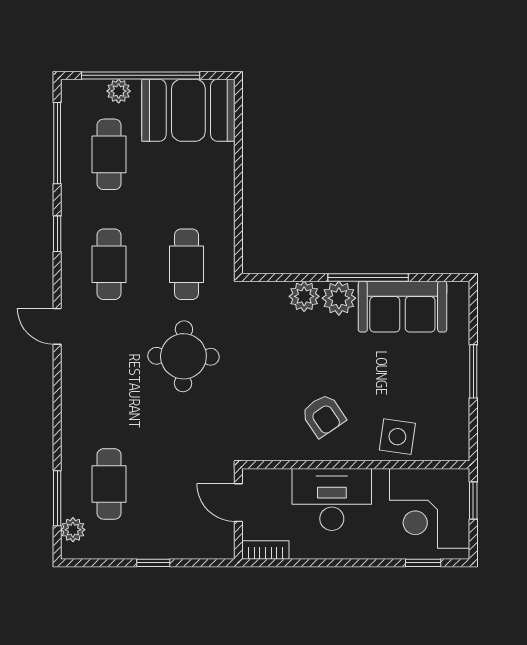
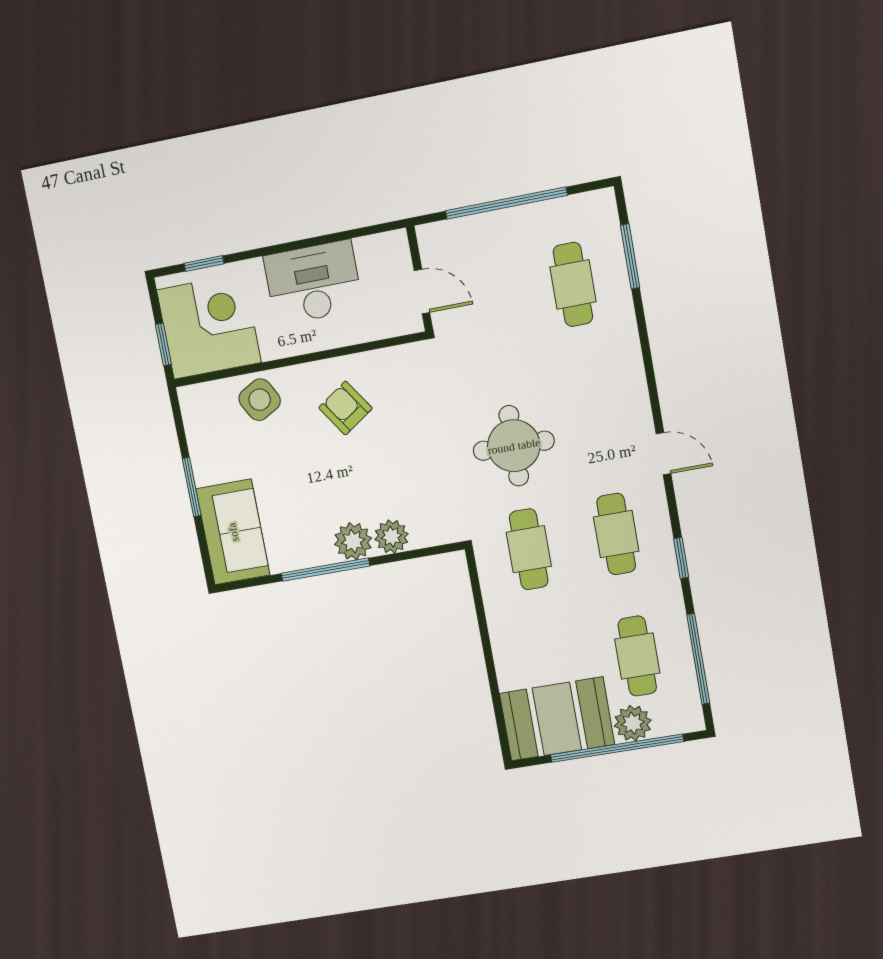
plant: (119, 91) -> (633, 723), width x1.38, depth x1.38
sofa: (402, 307) -> (233, 532), moved, turned 90
side table: (397, 437) -> (260, 400), turned -37
desk: (332, 499) -> (313, 283), moved, turned 180
plant: (73, 530) -> (605, 223), removed
bookcase: (265, 550) -> (382, 243), removed
window: (153, 563) -> (506, 203), width x3.17

